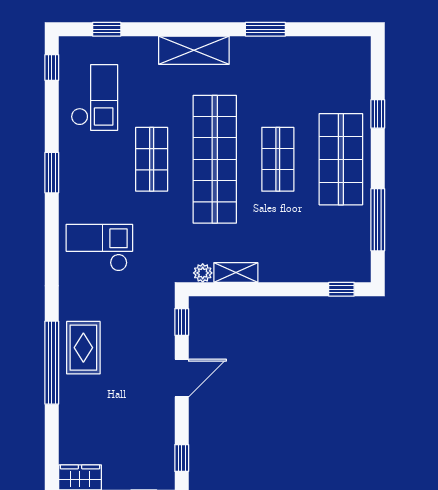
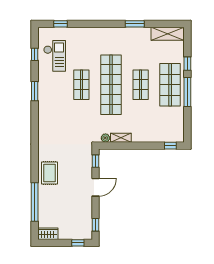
shelving: (194, 50) -> (168, 34), moved
window: (52, 68) -> (35, 54), moved
window: (378, 220) -> (187, 92), moved
checkout: (99, 248) -> (57, 126), removed
window: (52, 363) -> (35, 202), moved

